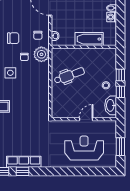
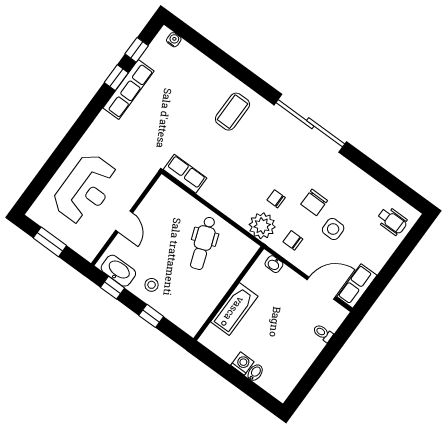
side table: (10, 73) -> (333, 229), moved
window: (120, 92) -> (112, 288), moved
row of seats: (44, 107) -> (185, 174), added

